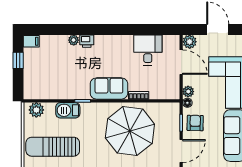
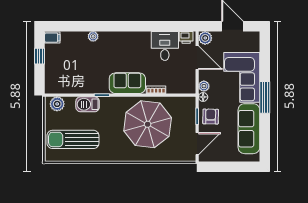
printer: (87, 41) -> (186, 37), moved

